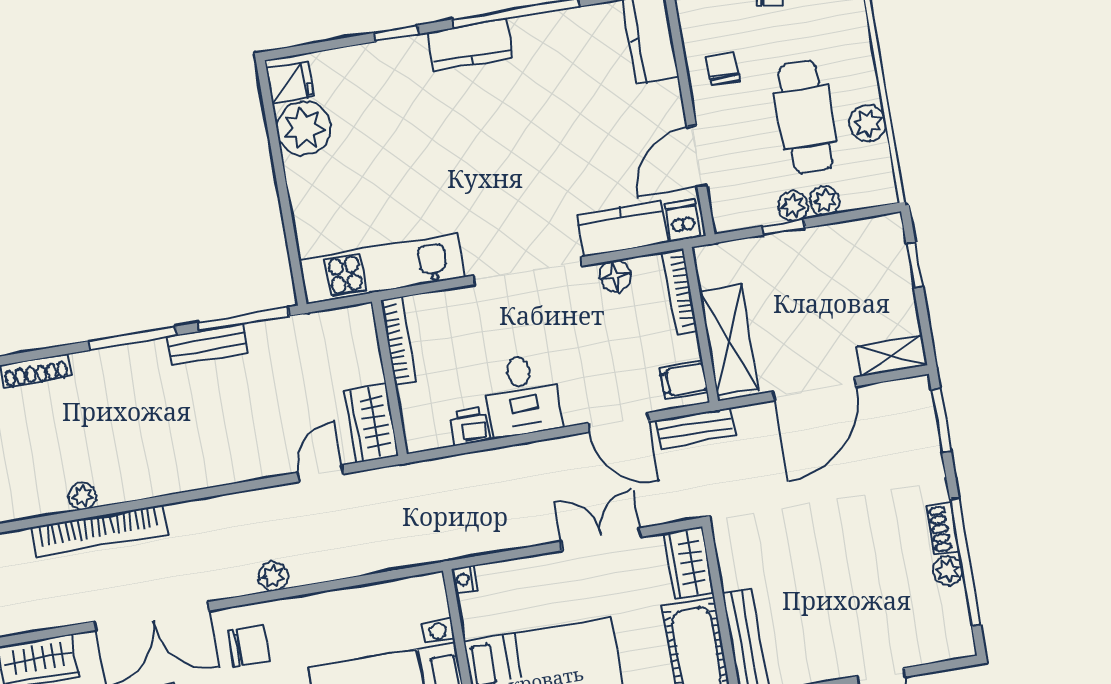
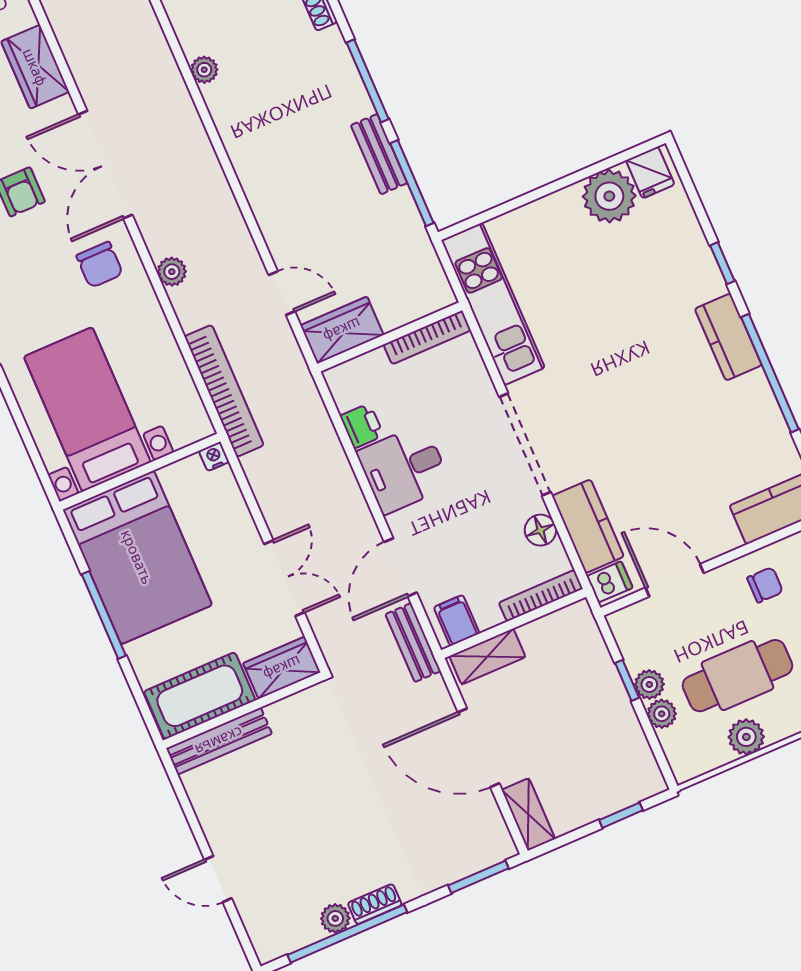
shelving: (729, 340) -> (487, 657), width x0.67, depth x0.75
bookcase: (99, 531) -> (224, 391), moved, turned 180

